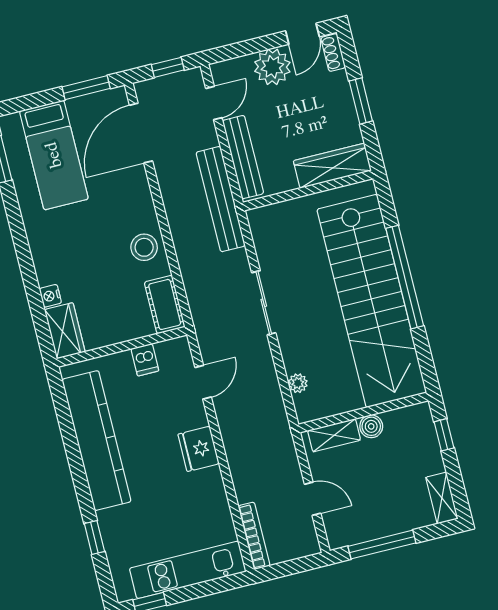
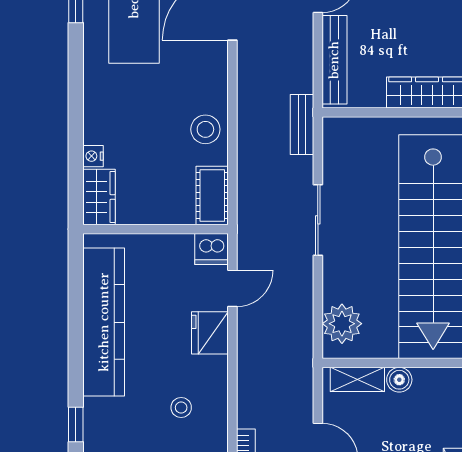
bench: (221, 199) -> (302, 124), width x0.54, depth x0.82
dishwasher: (145, 360) -> (211, 249), moved, width x1.38
plant: (298, 383) -> (342, 324), width x1.87, depth x1.87
fridge: (199, 449) -> (210, 333), moved
stool: (184, 499) -> (181, 408), added

